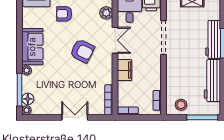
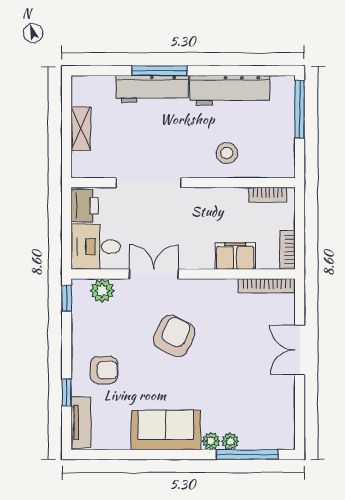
armchair: (64, 14) -> (104, 370), turned -90
filing cabinet: (125, 70) -> (235, 256), moved
floor lamp: (28, 99) -> (264, 439), removed
stool: (181, 105) -> (227, 153), moved
plant: (26, 110) -> (230, 441), moved

